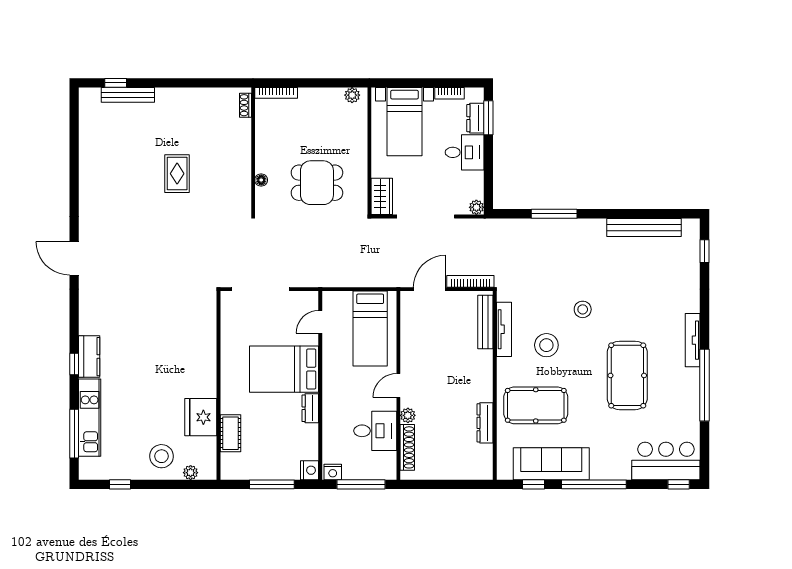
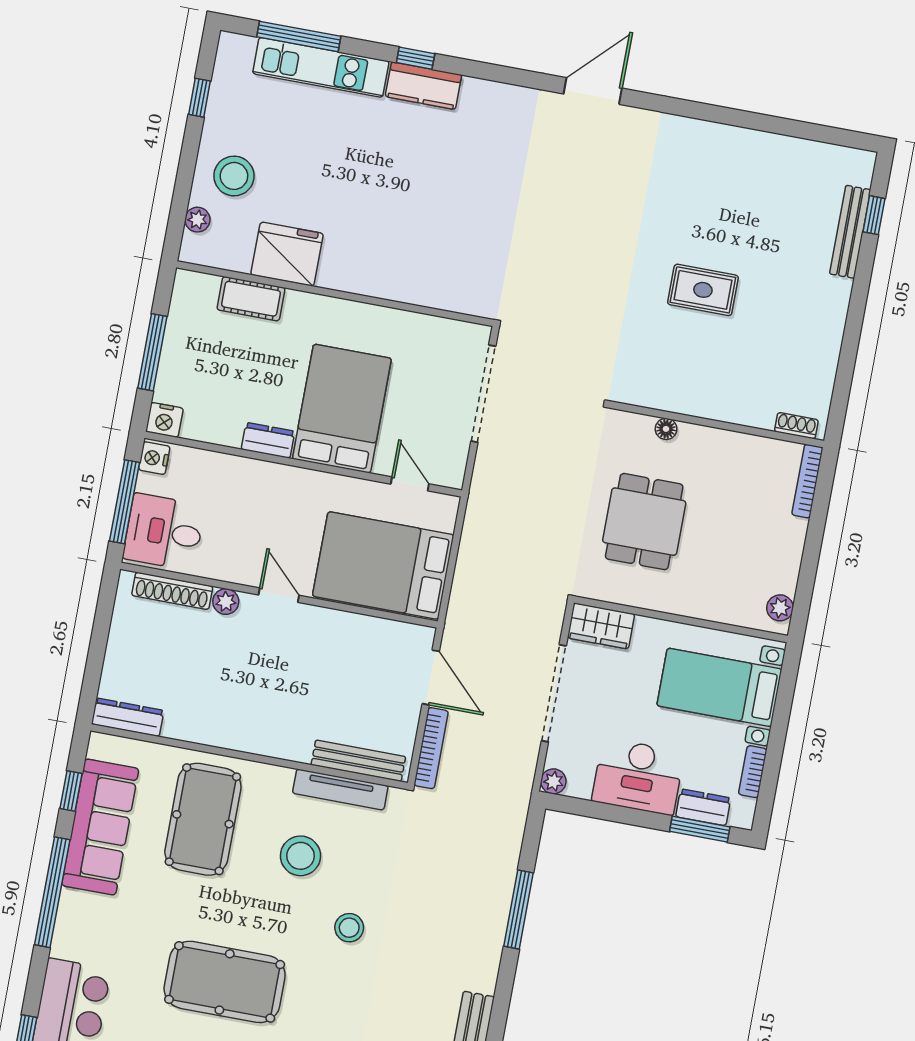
desk: (465, 152) -> (638, 776), width x1.37
bed: (370, 328) -> (383, 565), width x1.50
dresser: (485, 423) -> (128, 717), moved
desk: (375, 431) -> (164, 532), moved, turned 90

